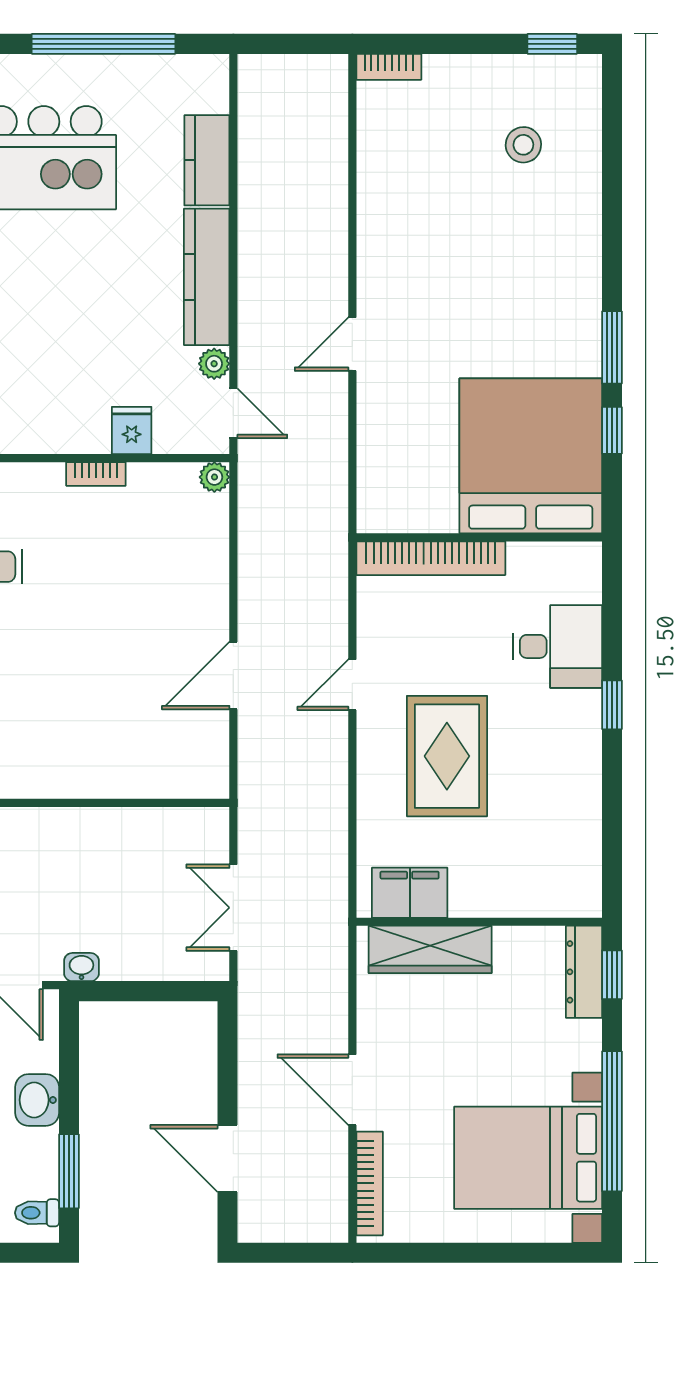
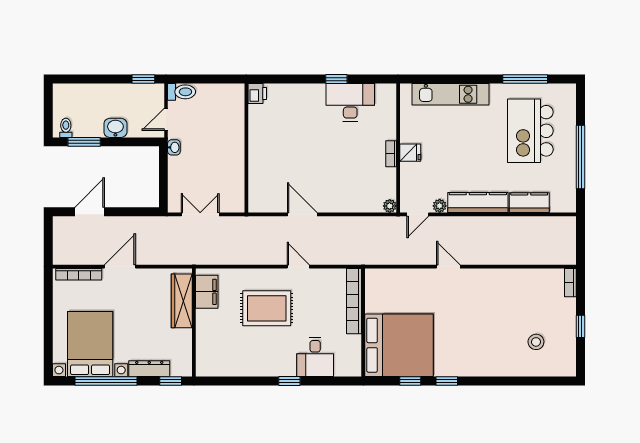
window: (552, 44) -> (580, 326), moved
window: (612, 347) -> (447, 381), width x0.67
fridge: (132, 430) -> (410, 153), moved
dresser: (584, 972) -> (149, 369), moved

